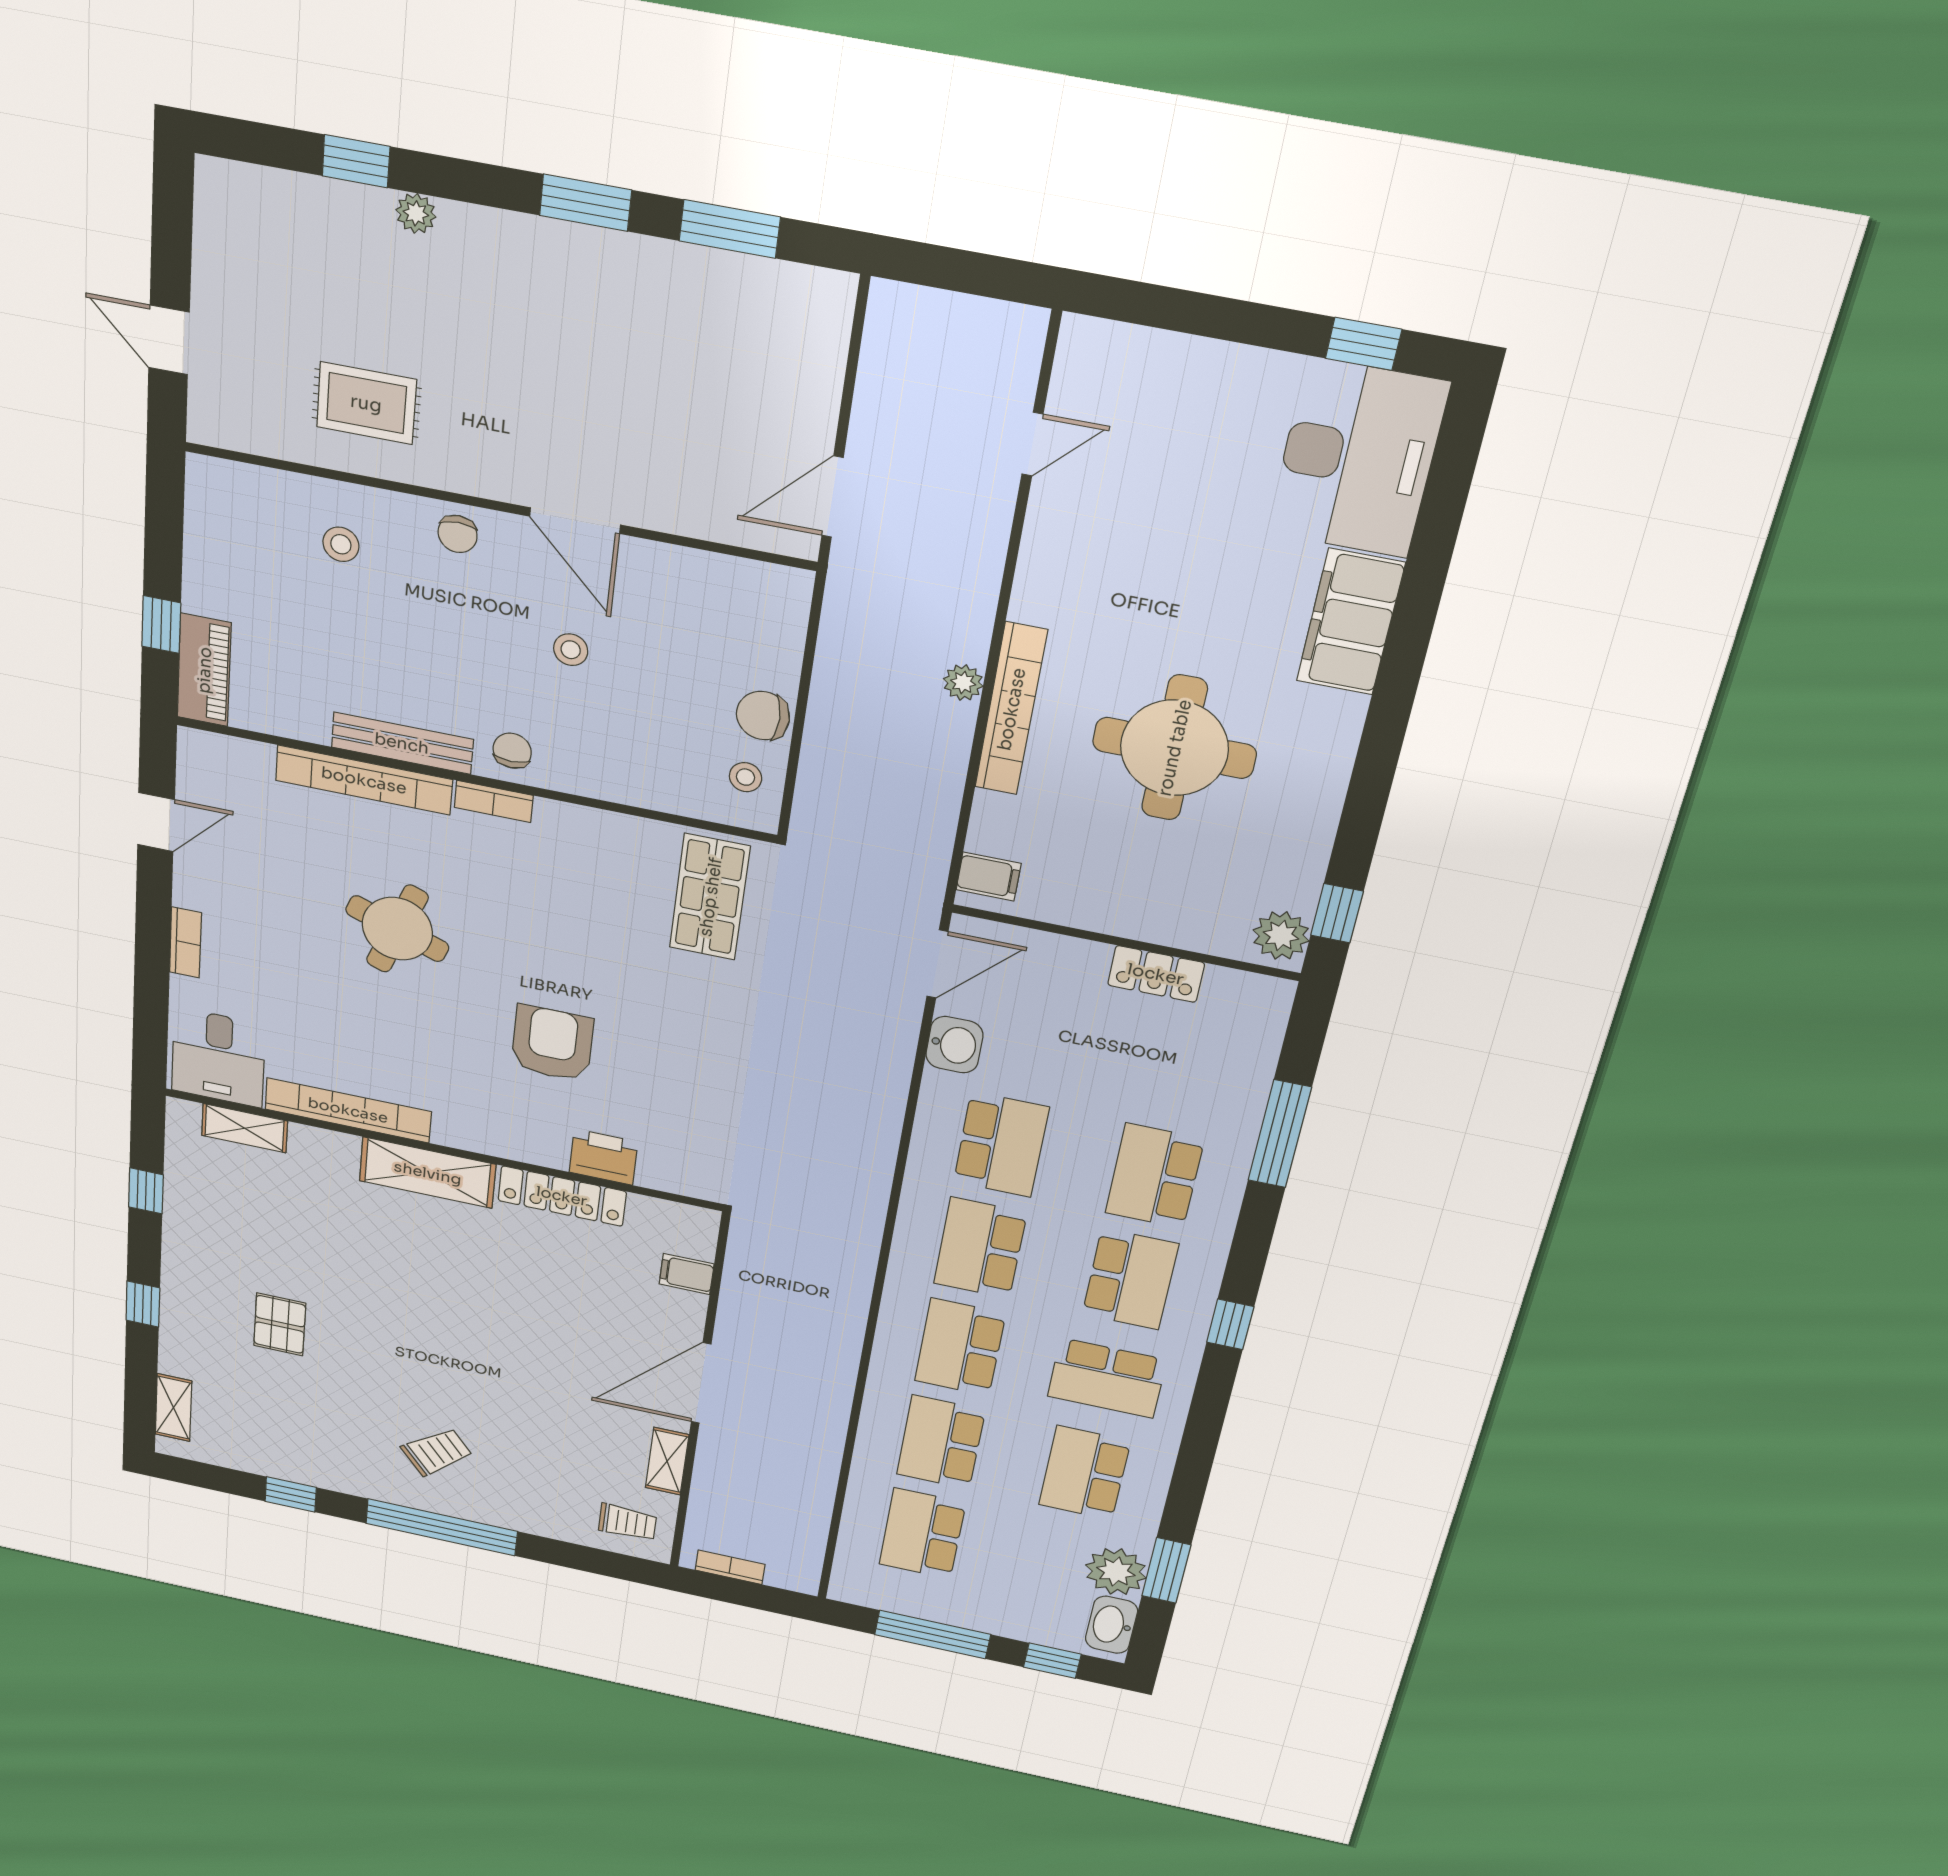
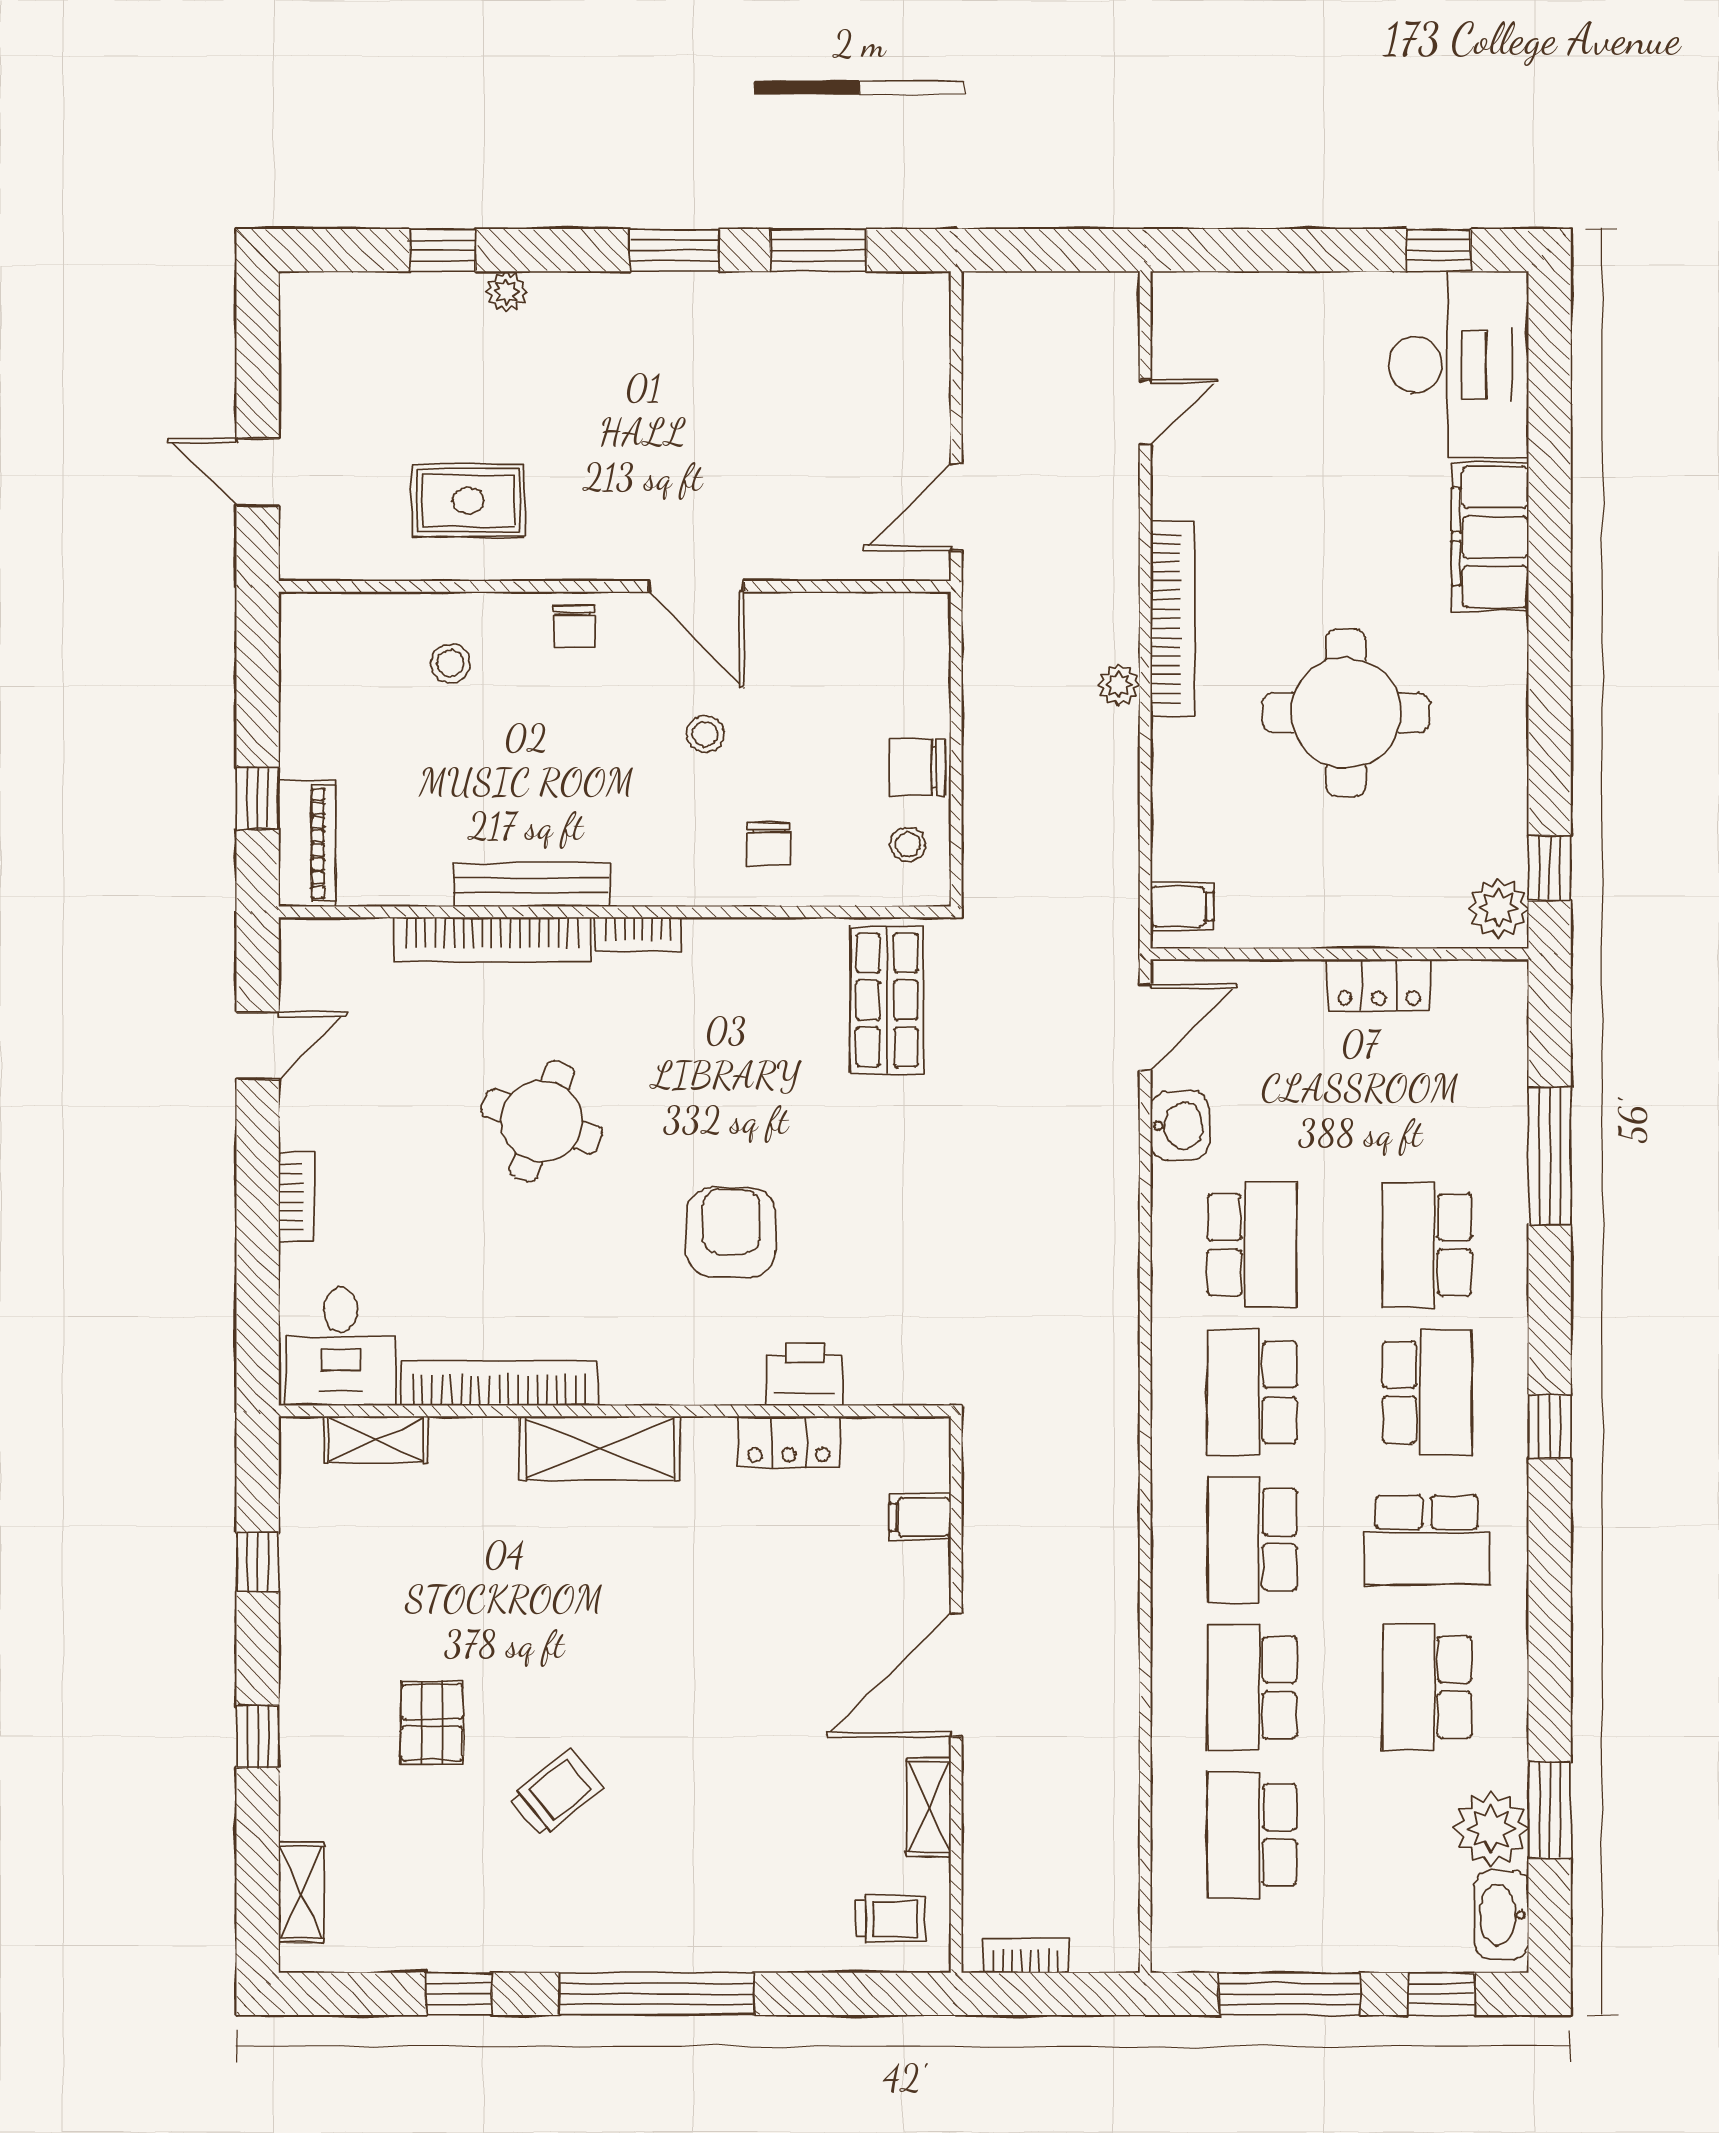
bookcase: (1011, 709) -> (1173, 619), moved
chair: (512, 751) -> (769, 844), moved, turned 180
locker: (562, 1196) -> (789, 1442), width x0.66
trolley: (437, 1452) -> (556, 1793), moved

